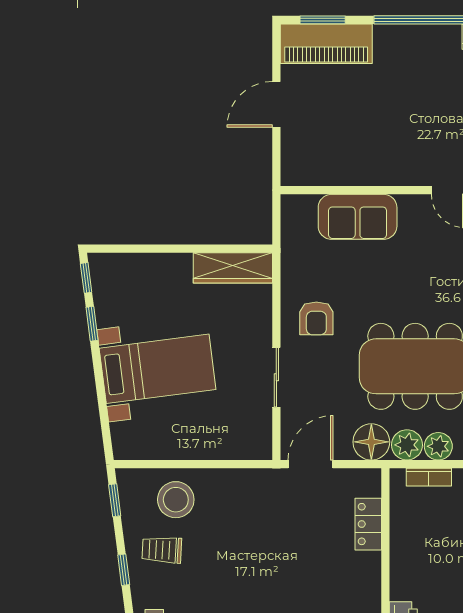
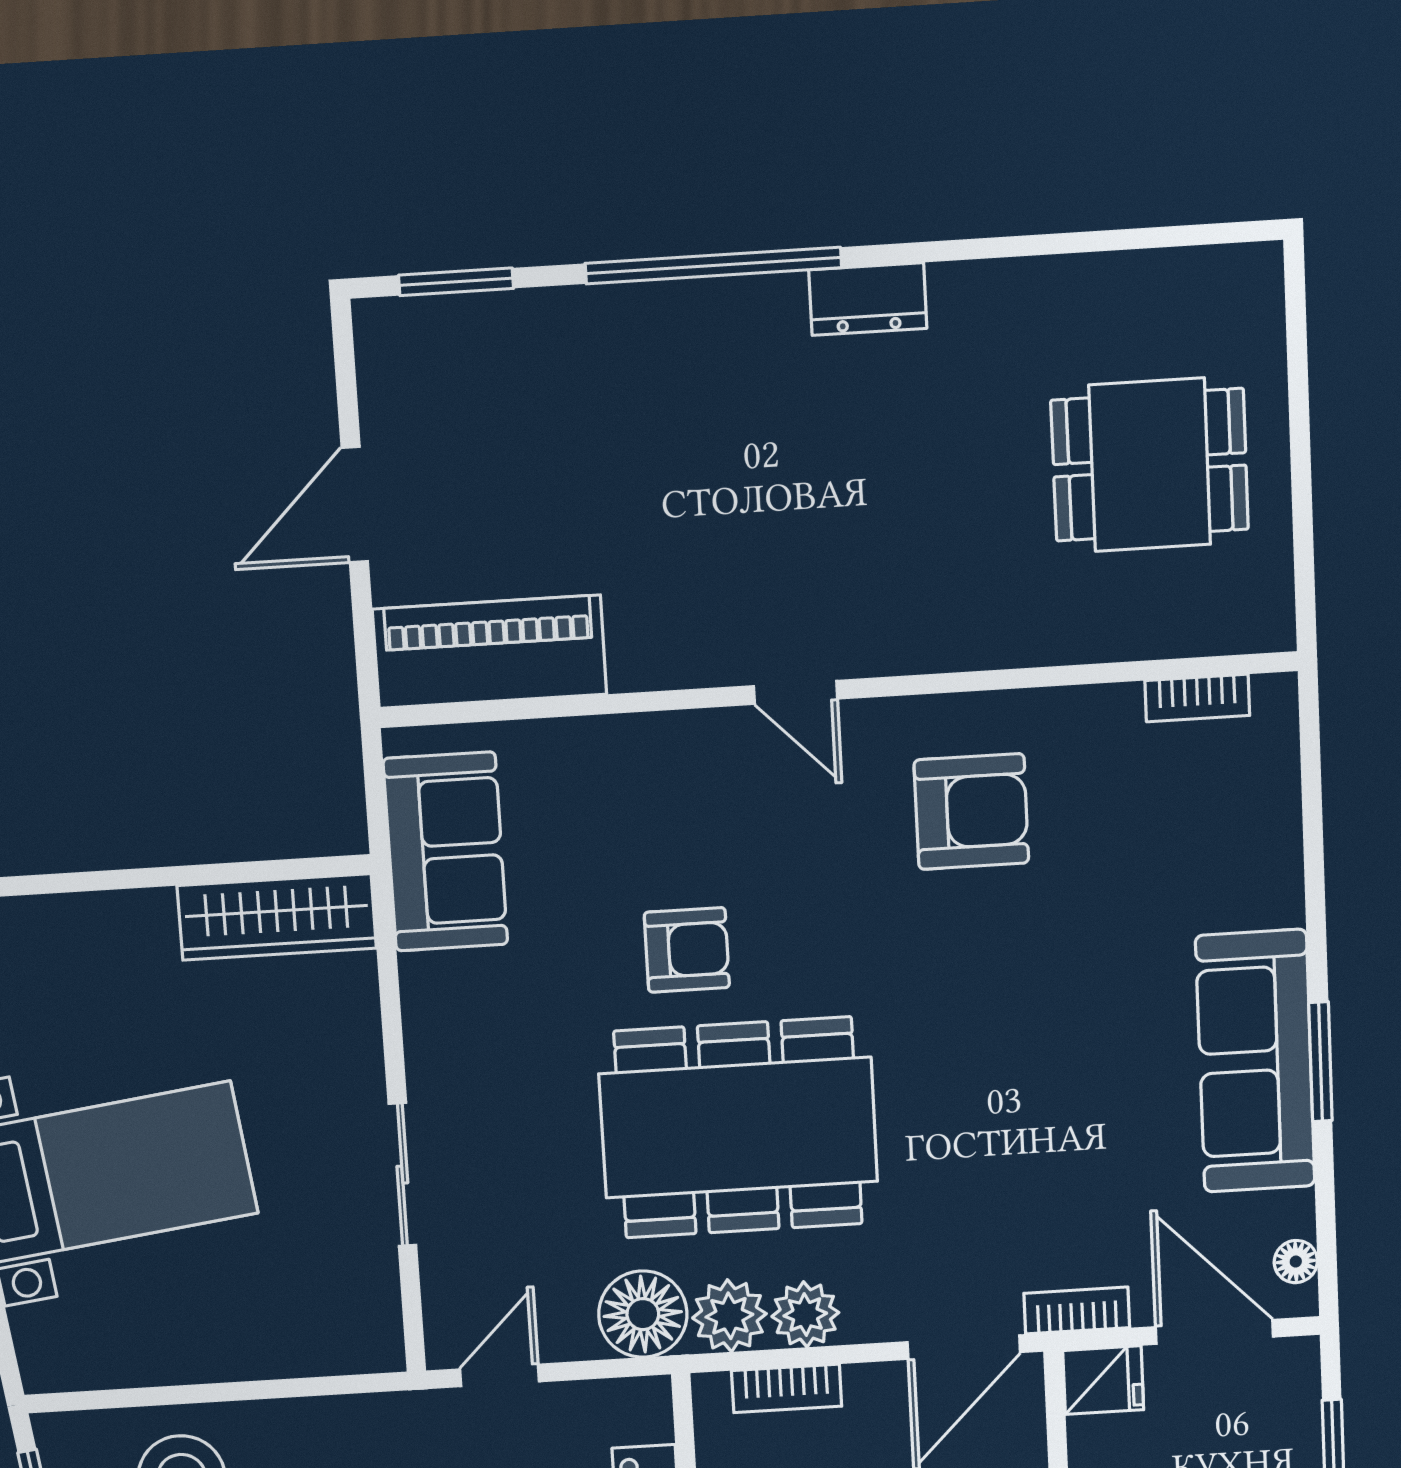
piano: (326, 44) -> (490, 652), moved, turned 180
sofa: (358, 217) -> (445, 852), moved, turned -90
armchair: (316, 318) -> (687, 950), moved, turned -90
door: (311, 464) -> (499, 1375), width x0.73

